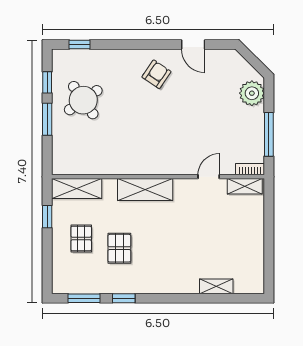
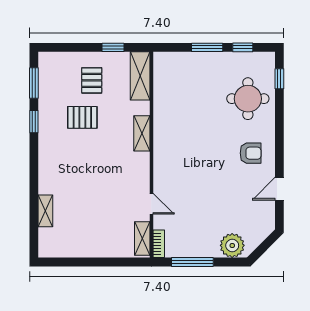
armchair: (156, 74) -> (251, 153), turned -34
round table: (83, 100) -> (248, 99), moved, turned 35
shelving: (145, 190) -> (142, 133), width x0.67, depth x0.75
pallet: (81, 238) -> (92, 80), turned 90

